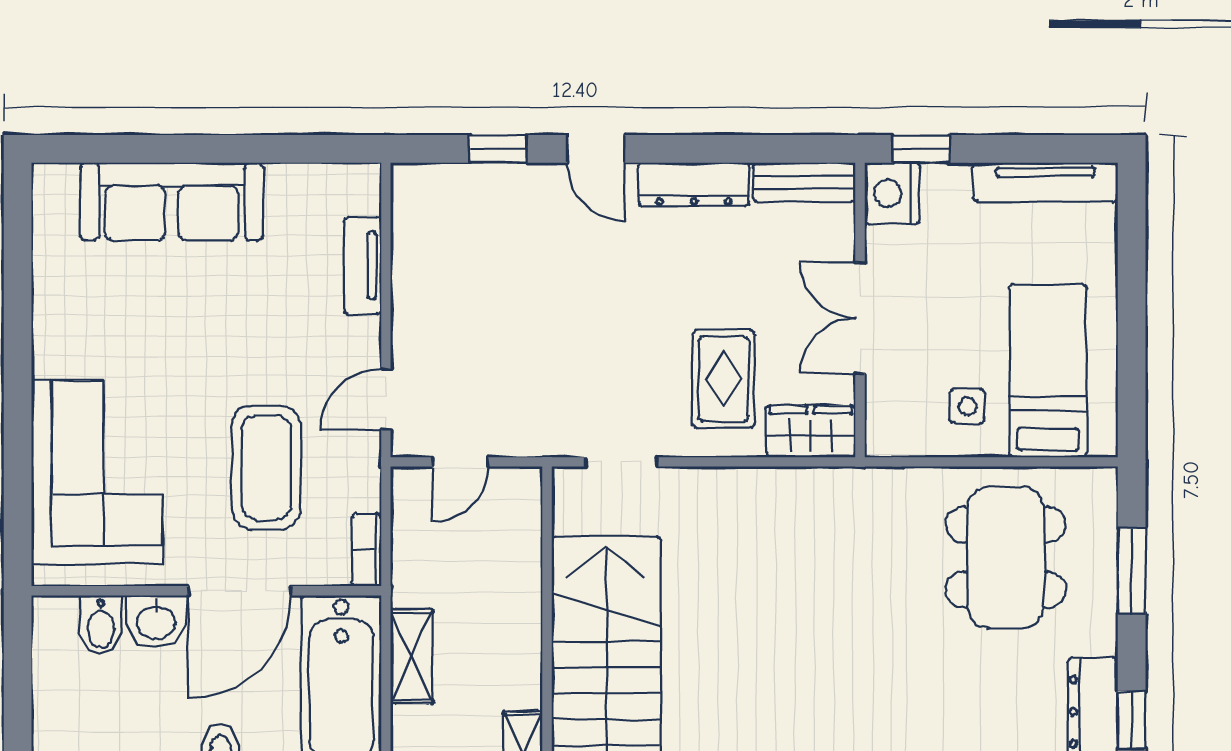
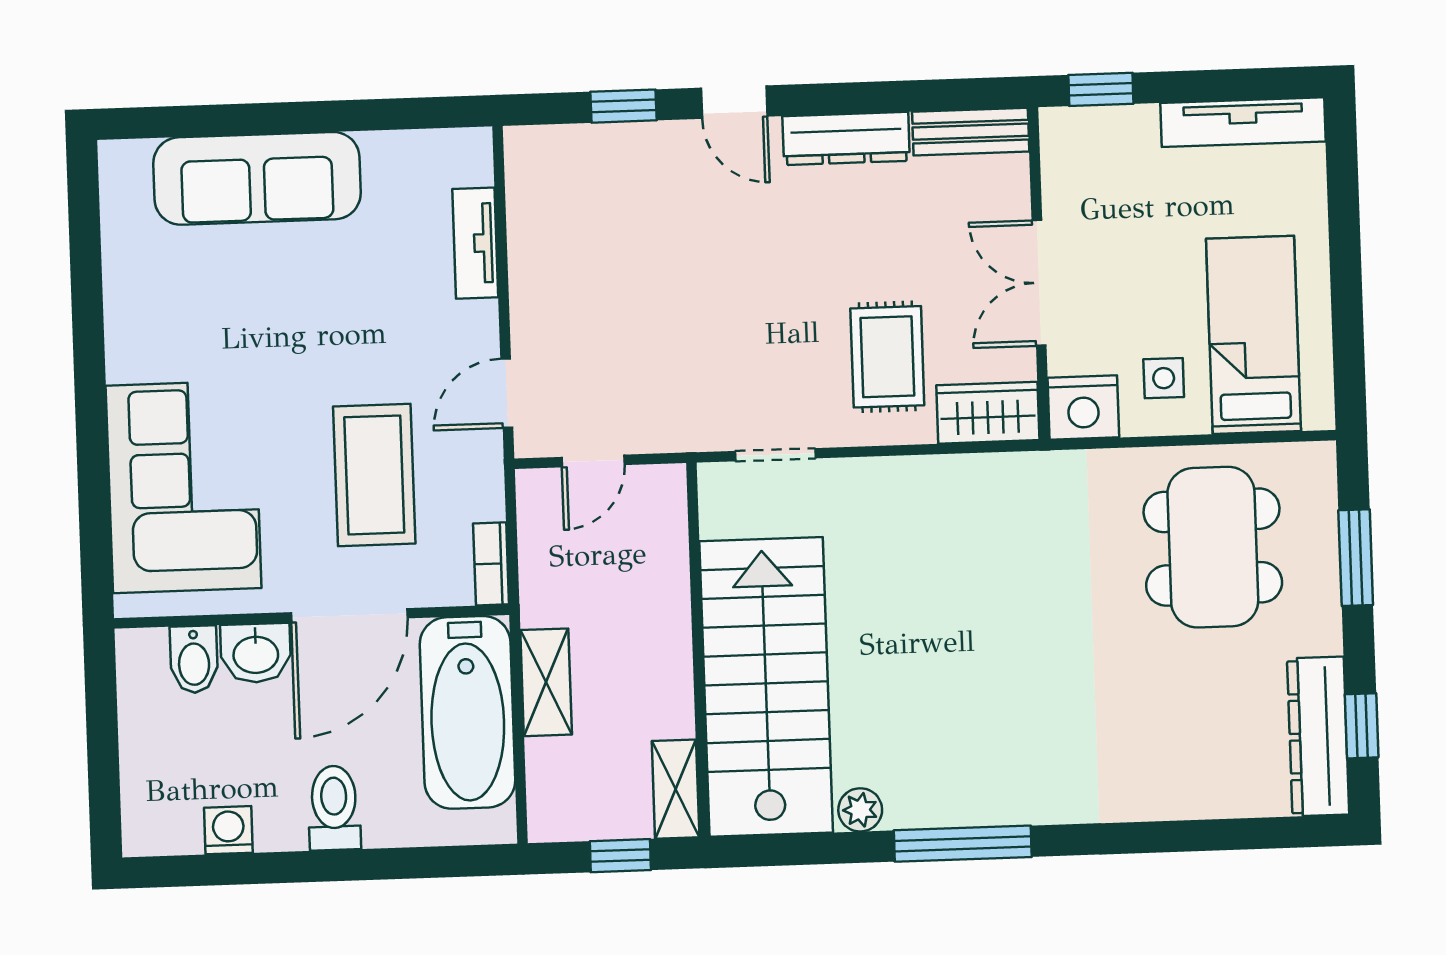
nightstand: (892, 193) -> (1083, 408), moved, turned -90

